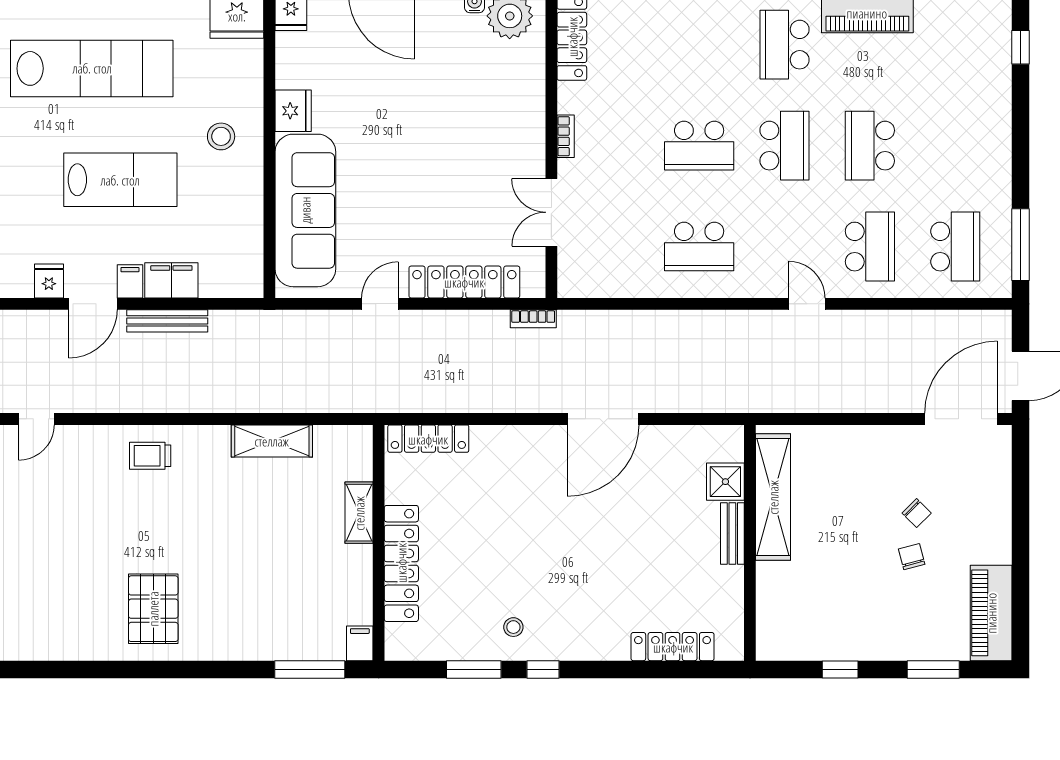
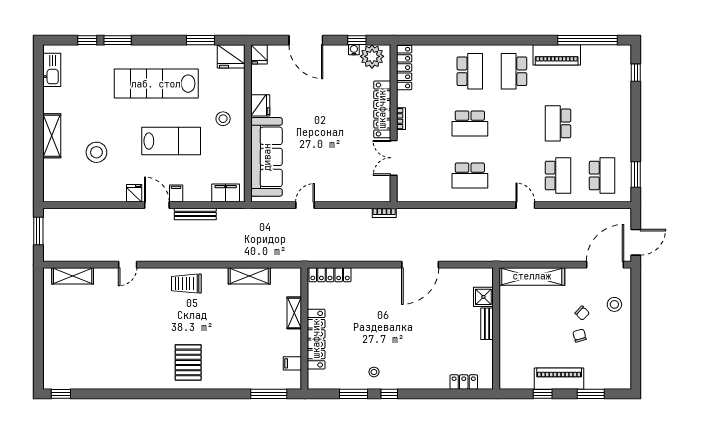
lab bench: (92, 68) -> (156, 84), turned 180
school desk: (784, 146) -> (470, 71), moved
window: (1021, 245) -> (636, 174), width x0.69
filing cabinet: (171, 280) -> (226, 193), moved
locker: (464, 282) -> (382, 109), moved, turned -90
door: (93, 304) -> (157, 205), swing flipped
trolley: (150, 456) -> (186, 284), width x1.36, depth x1.39
stool: (979, 496) -> (614, 304), added
shelving: (773, 497) -> (532, 276), moved, turned 90
piano: (991, 613) -> (559, 379), moved, turned 90
filing cabinet: (360, 643) -> (292, 363), moved, turned -90
locker: (673, 647) -> (464, 382), width x0.66

